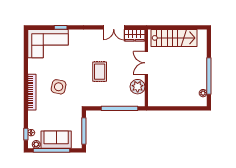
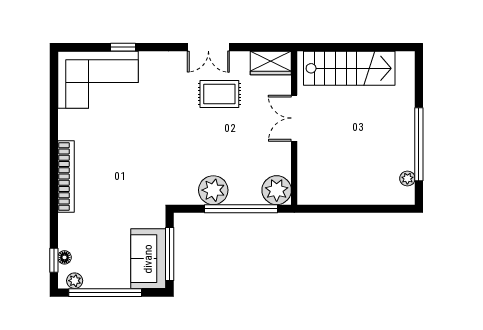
double door: (114, 27) -> (208, 47), moved
rug: (100, 72) -> (219, 94), moved, turned 90
side table: (59, 87) -> (119, 166), removed
plant: (138, 87) -> (277, 190), moved
plant: (106, 99) -> (213, 190), added
sofa: (56, 140) -> (148, 259), moved, turned -90

